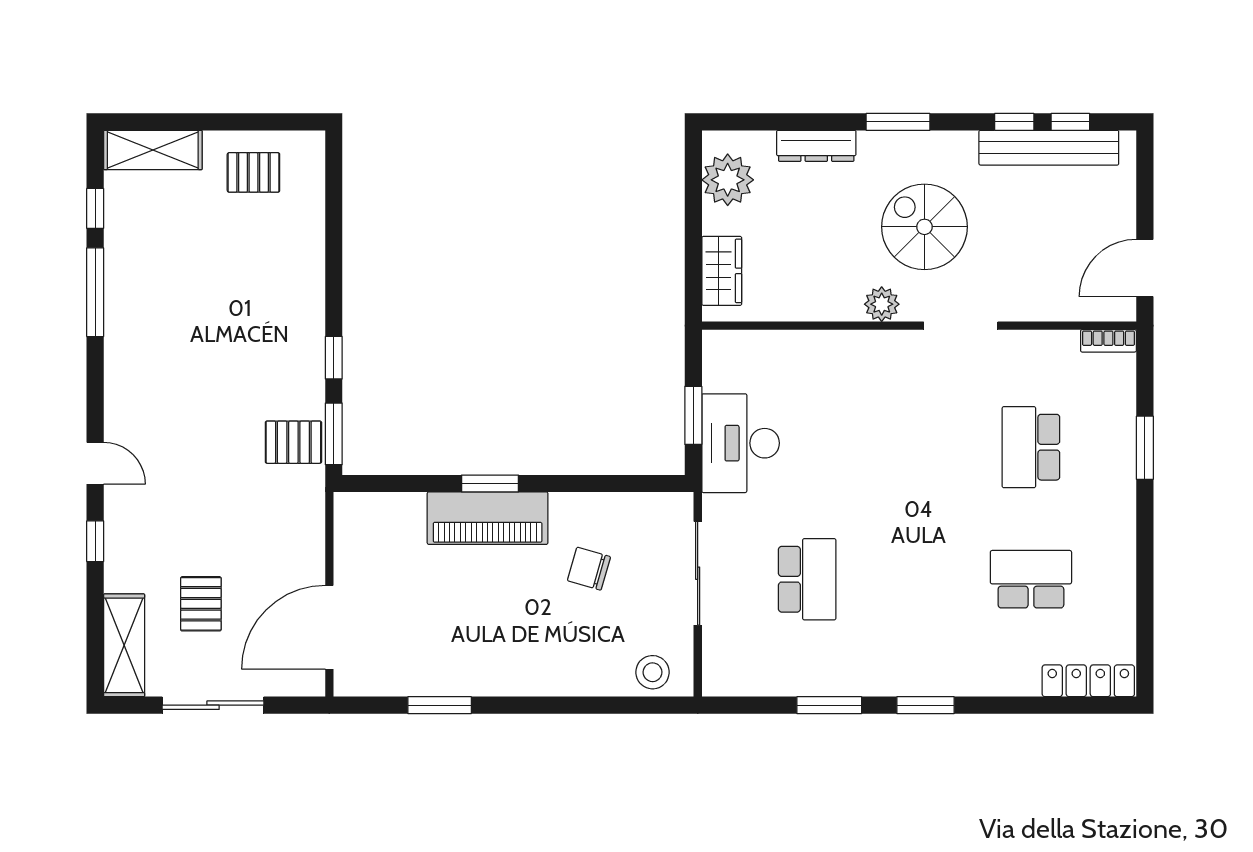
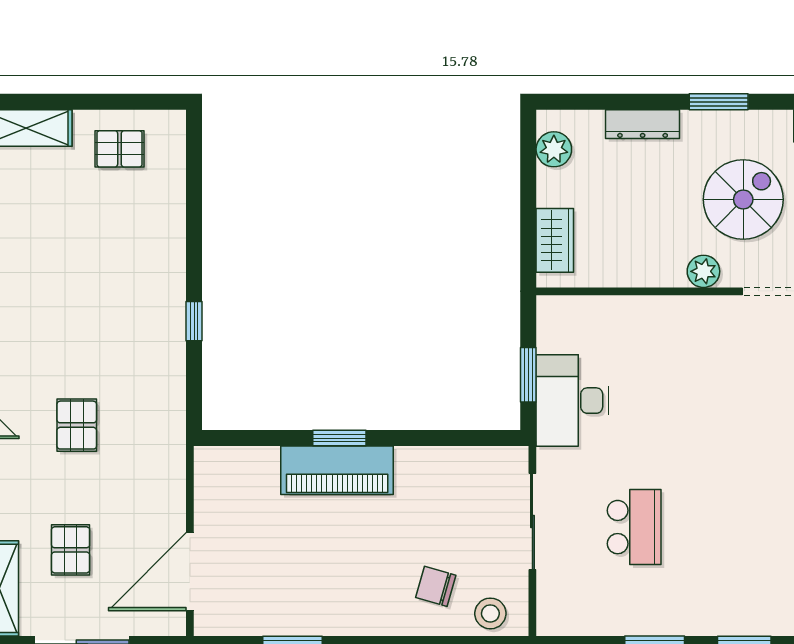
plant: (728, 180) -> (554, 149), width x0.73, depth x0.73
spiral stairs: (924, 227) -> (743, 199), turned 90
window: (334, 434) -> (194, 392), removed
pallet: (293, 442) -> (77, 425), moved, turned 90
chair: (589, 569) -> (436, 586), moved

